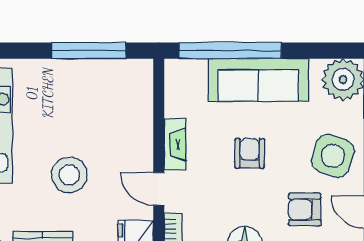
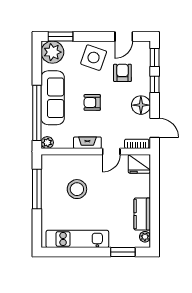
plant: (175, 70) -> (47, 143), added
stool: (69, 175) -> (77, 189), moved
armchair: (305, 209) -> (122, 73), turned 180

